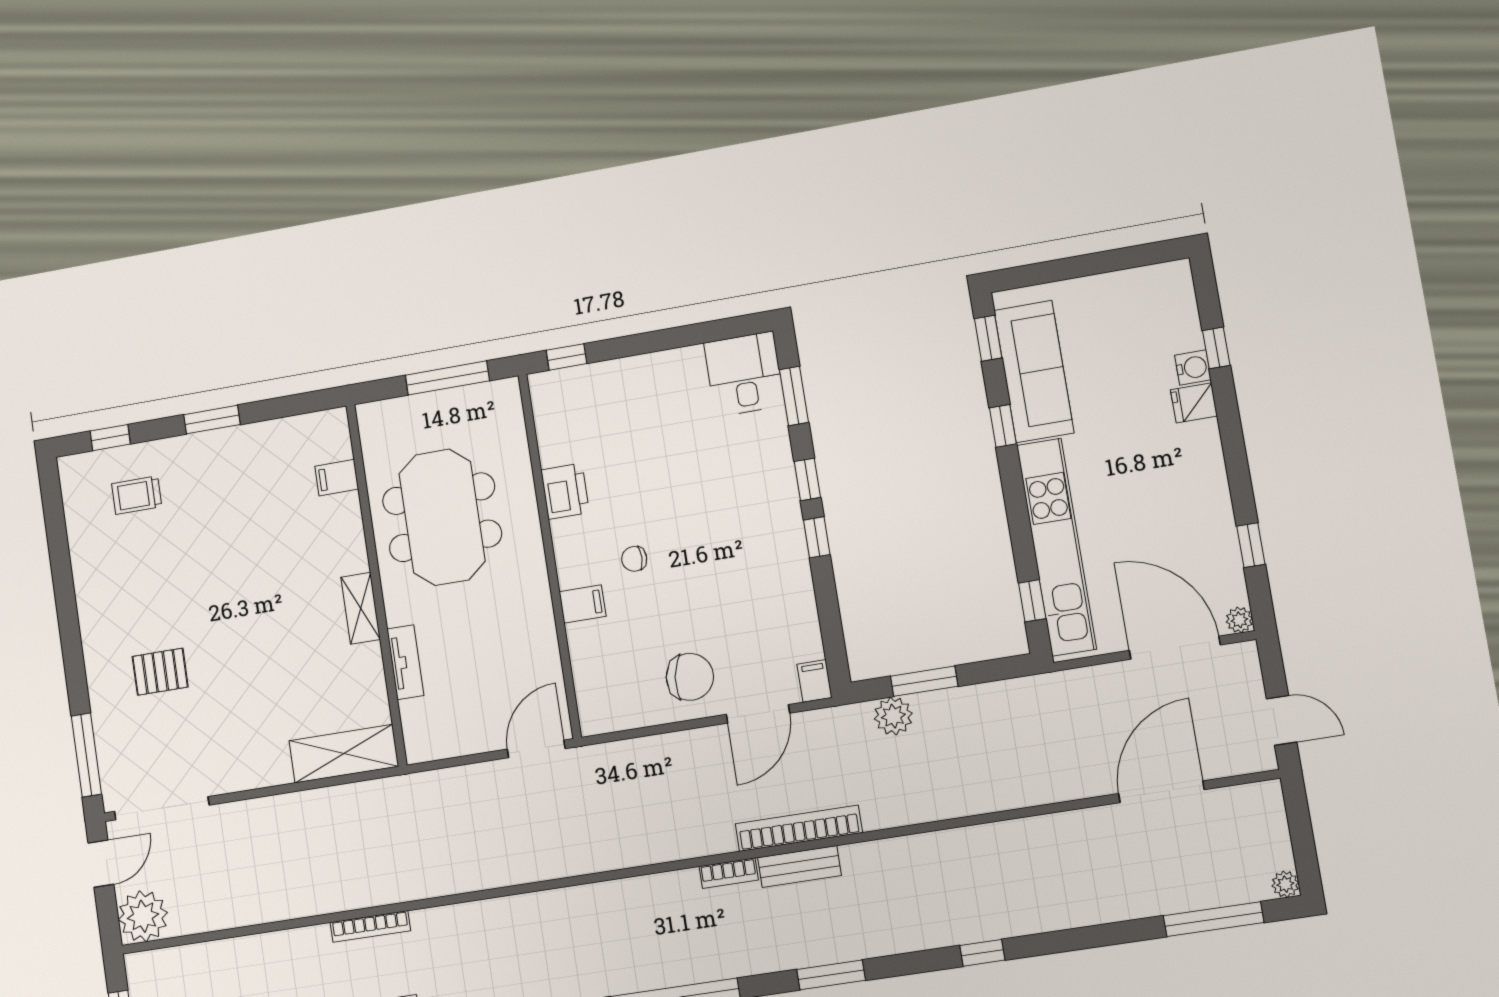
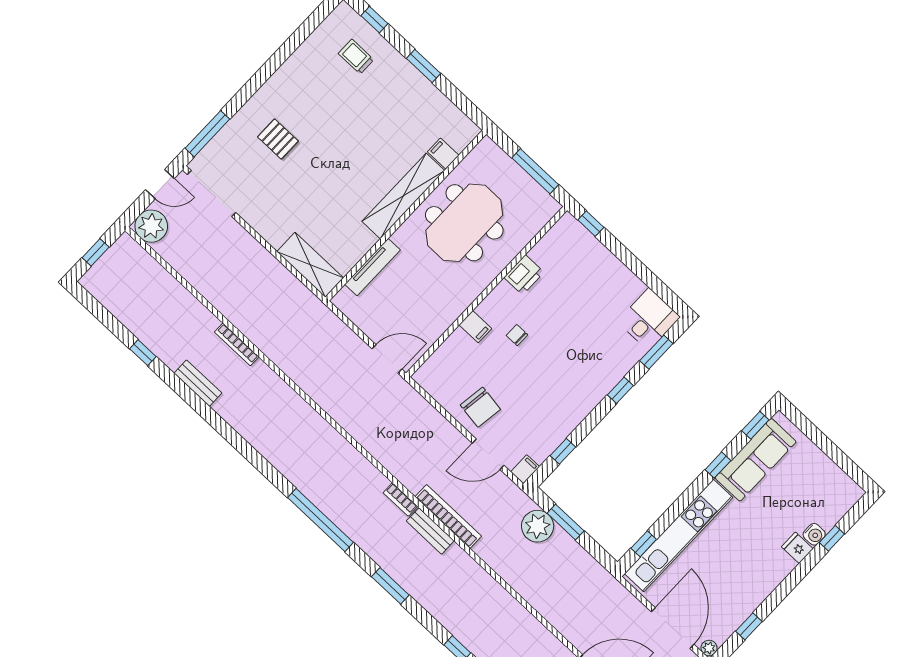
window: (817, 537) -> (563, 451), moved
shelving: (361, 608) -> (403, 196), width x2.20, depth x1.33
tv unit: (405, 662) -> (373, 267), width x1.41
plant: (893, 716) -> (538, 526), width x1.36, depth x1.36

